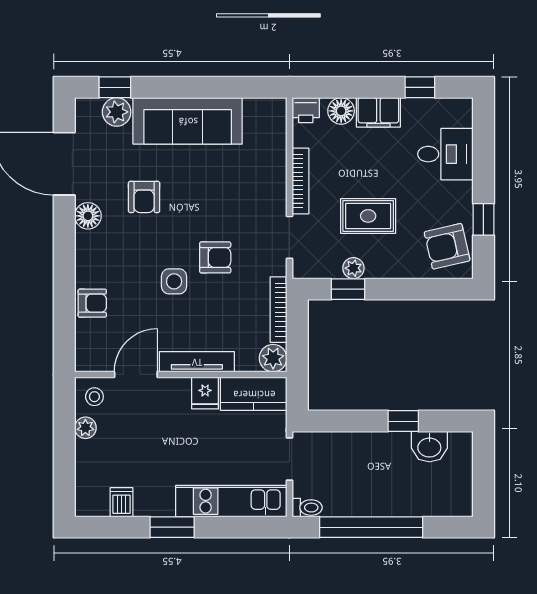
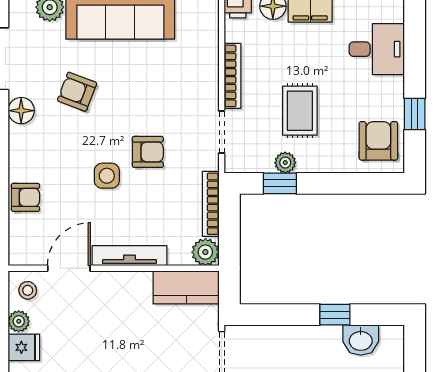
armchair: (144, 197) -> (77, 92), turned 111
rug: (368, 216) -> (300, 111), turned 90
armchair: (447, 246) -> (378, 141), turned 103
fridge: (205, 393) -> (24, 347), moved, turned -90

